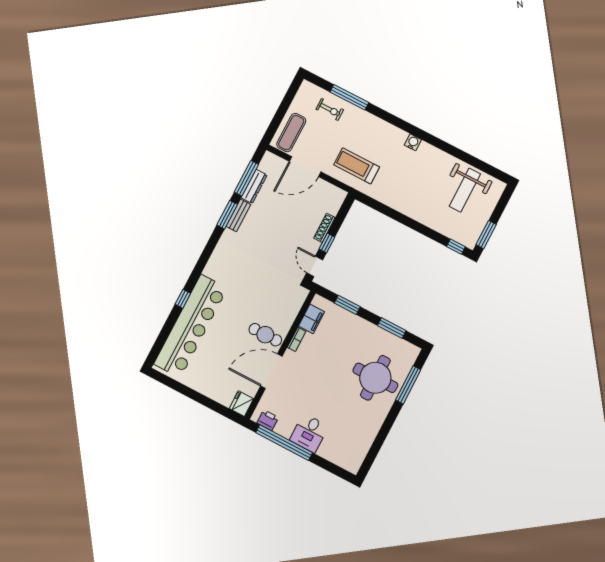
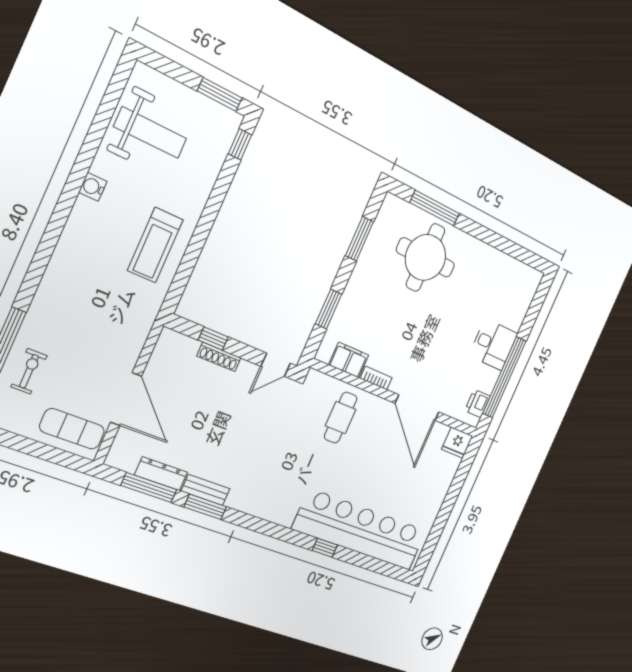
water cooler: (413, 142) -> (93, 187), moved
treadmill: (357, 166) -> (155, 245), moved
window: (327, 243) -> (213, 339), moved
cafe table: (265, 335) -> (341, 418), moved

